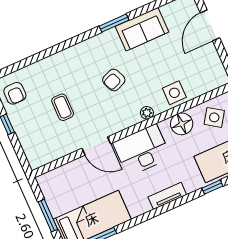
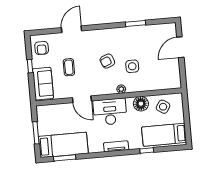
window: (114, 23) -> (136, 24), moved
sofa: (142, 29) -> (43, 84), moved, turned -90
door: (48, 52) -> (72, 29), added
side table: (174, 93) -> (132, 66), moved

